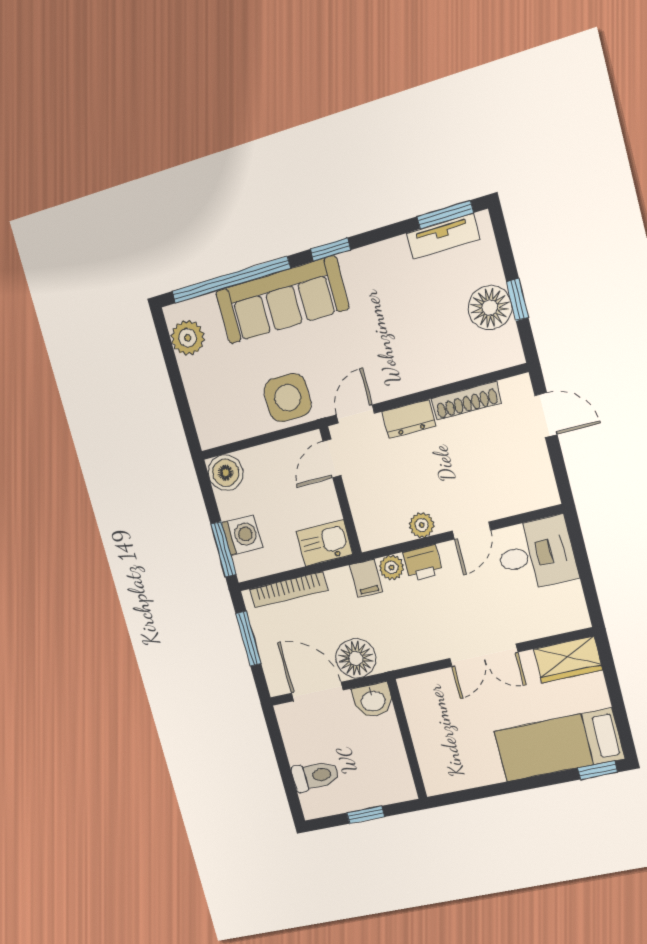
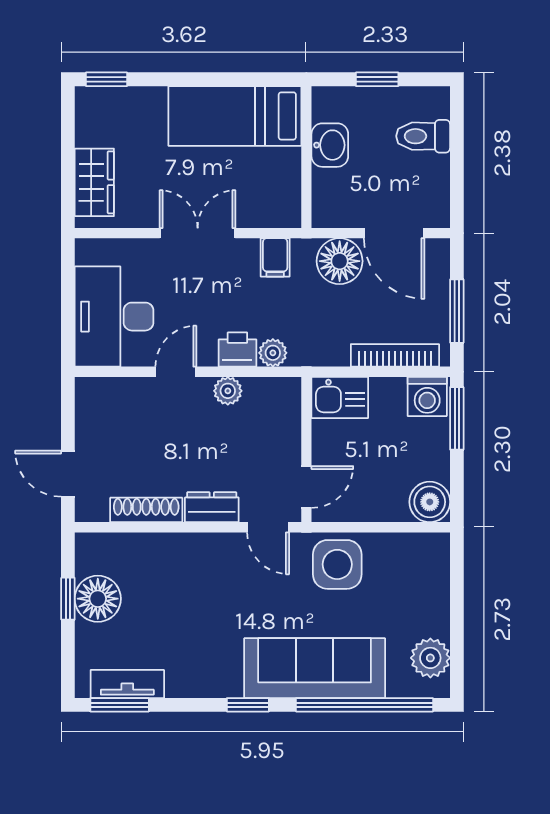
door: (355, 414) -> (268, 527), hinge flipped
washing machine: (242, 535) -> (427, 396), moved, turned -90
desk: (536, 554) -> (114, 317), width x1.37
filing cabinet: (366, 578) -> (275, 257), moved, turned 180
wardrobe: (568, 660) -> (94, 182), moved, turned 90
washbasin: (373, 700) -> (330, 145), moved, turned 90
bed: (559, 745) -> (235, 116), moved, turned 180

